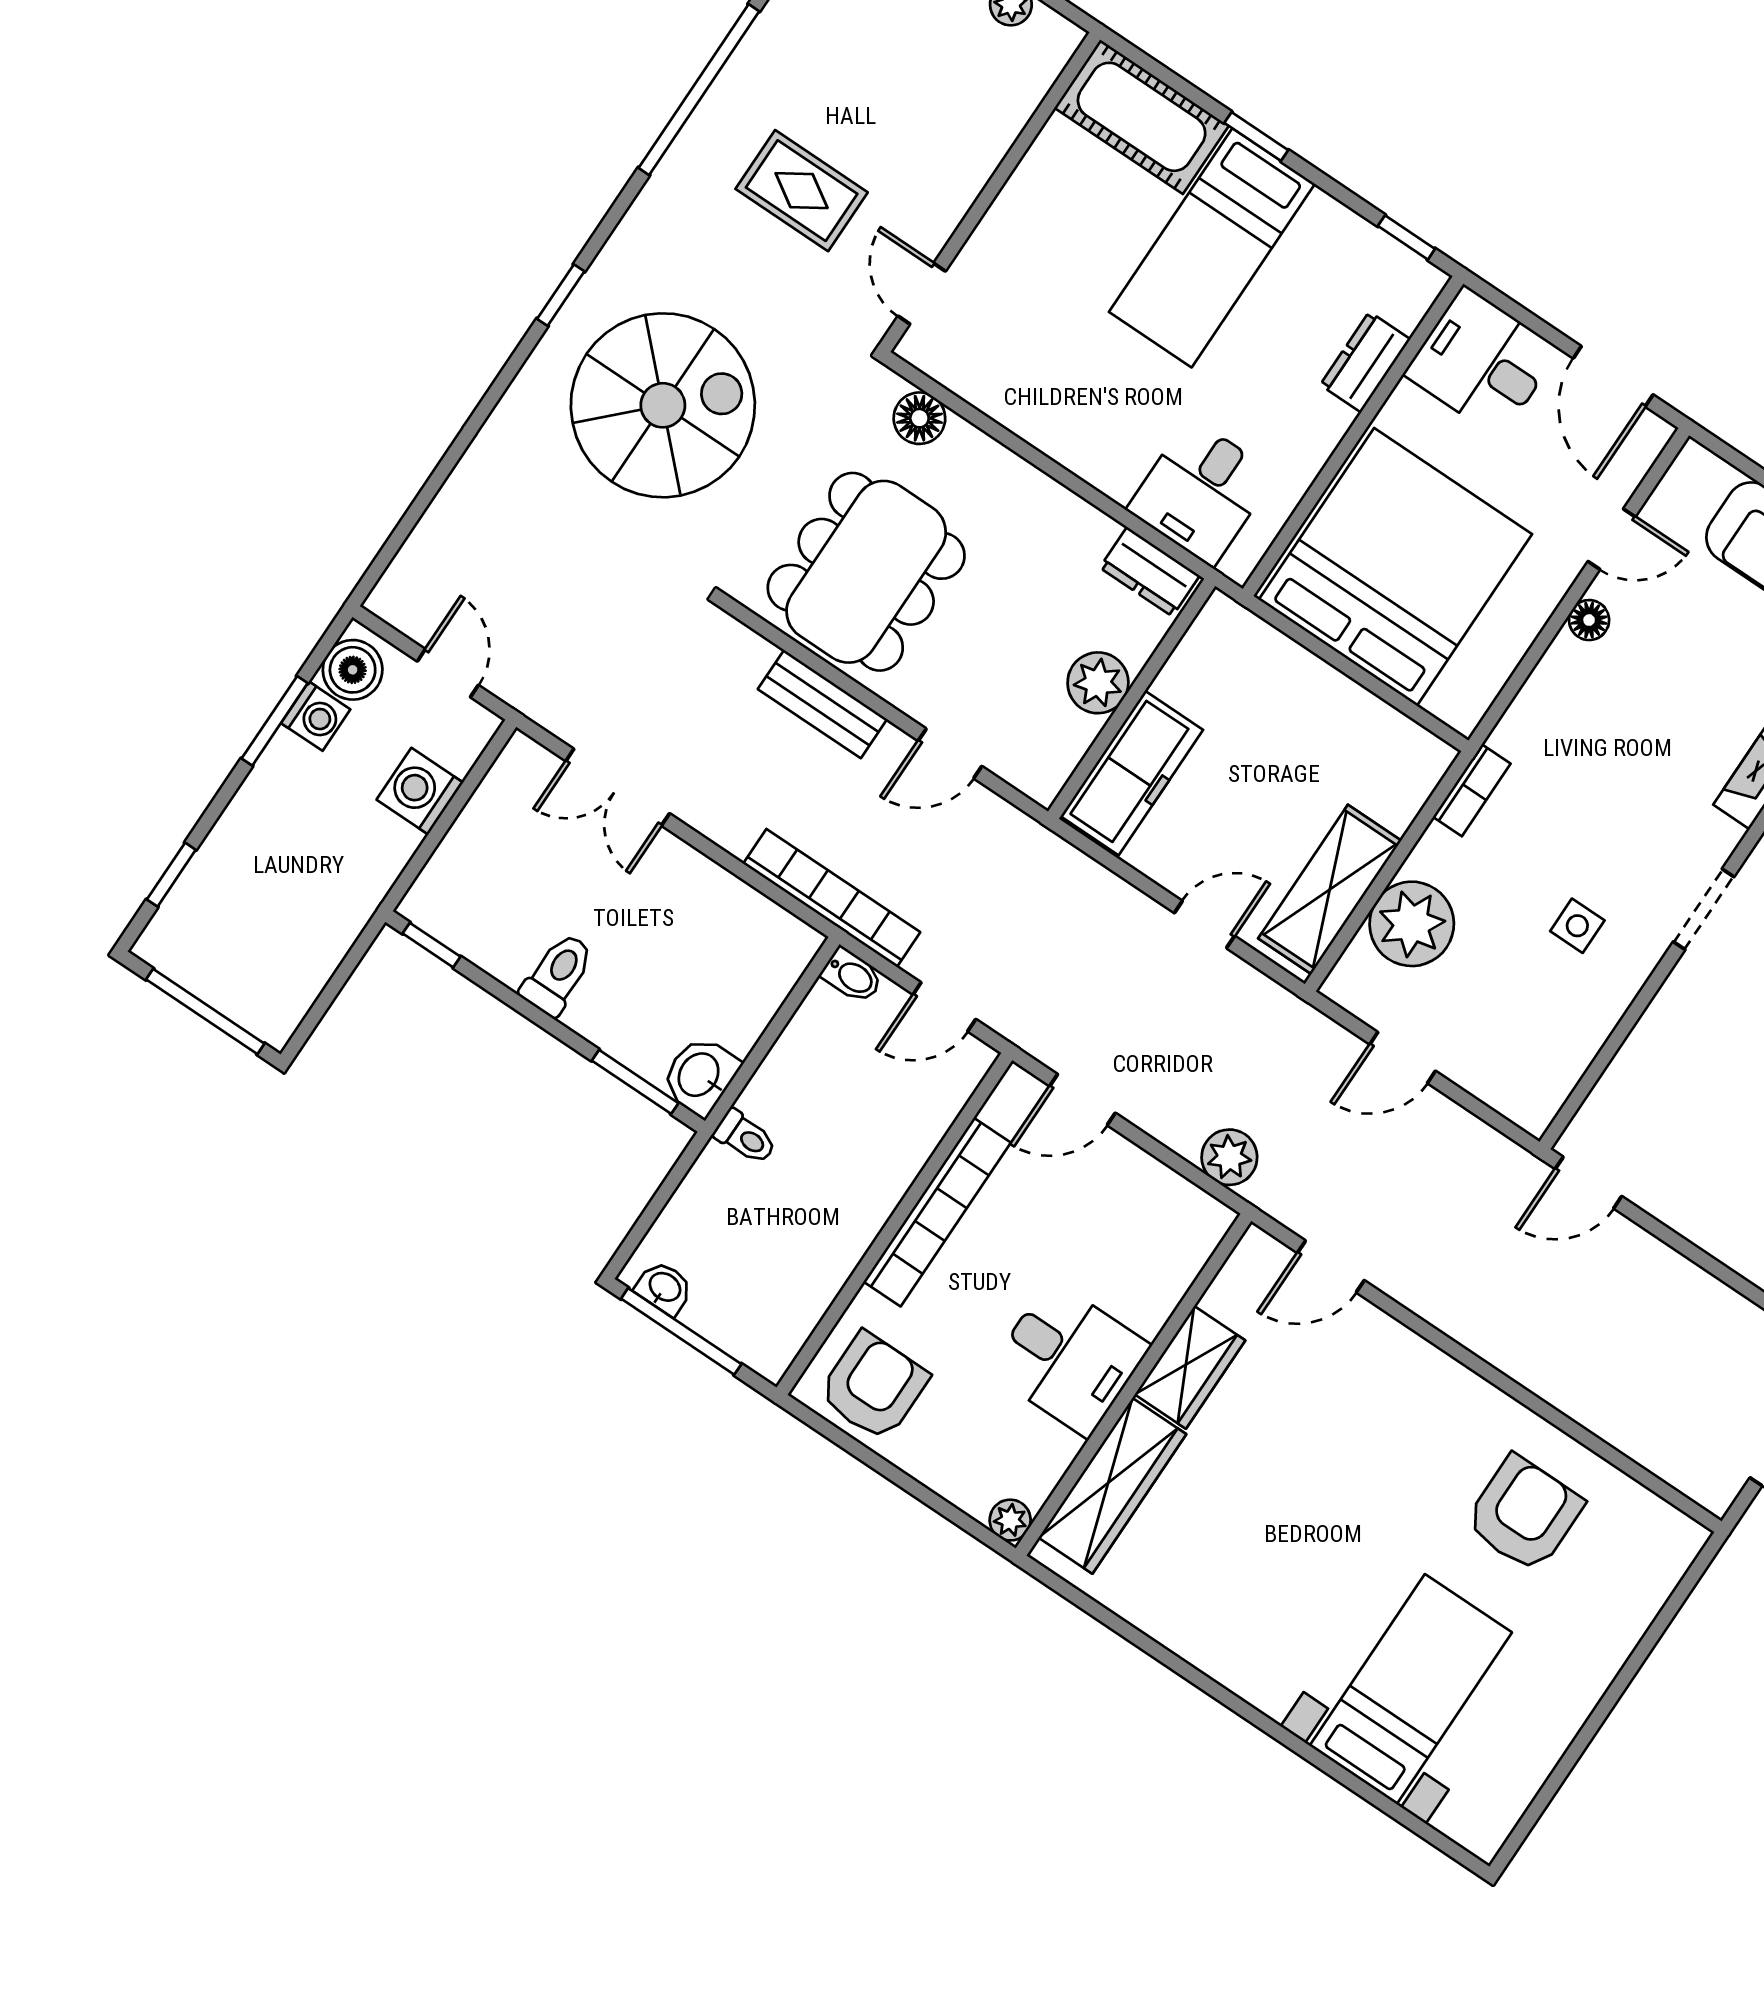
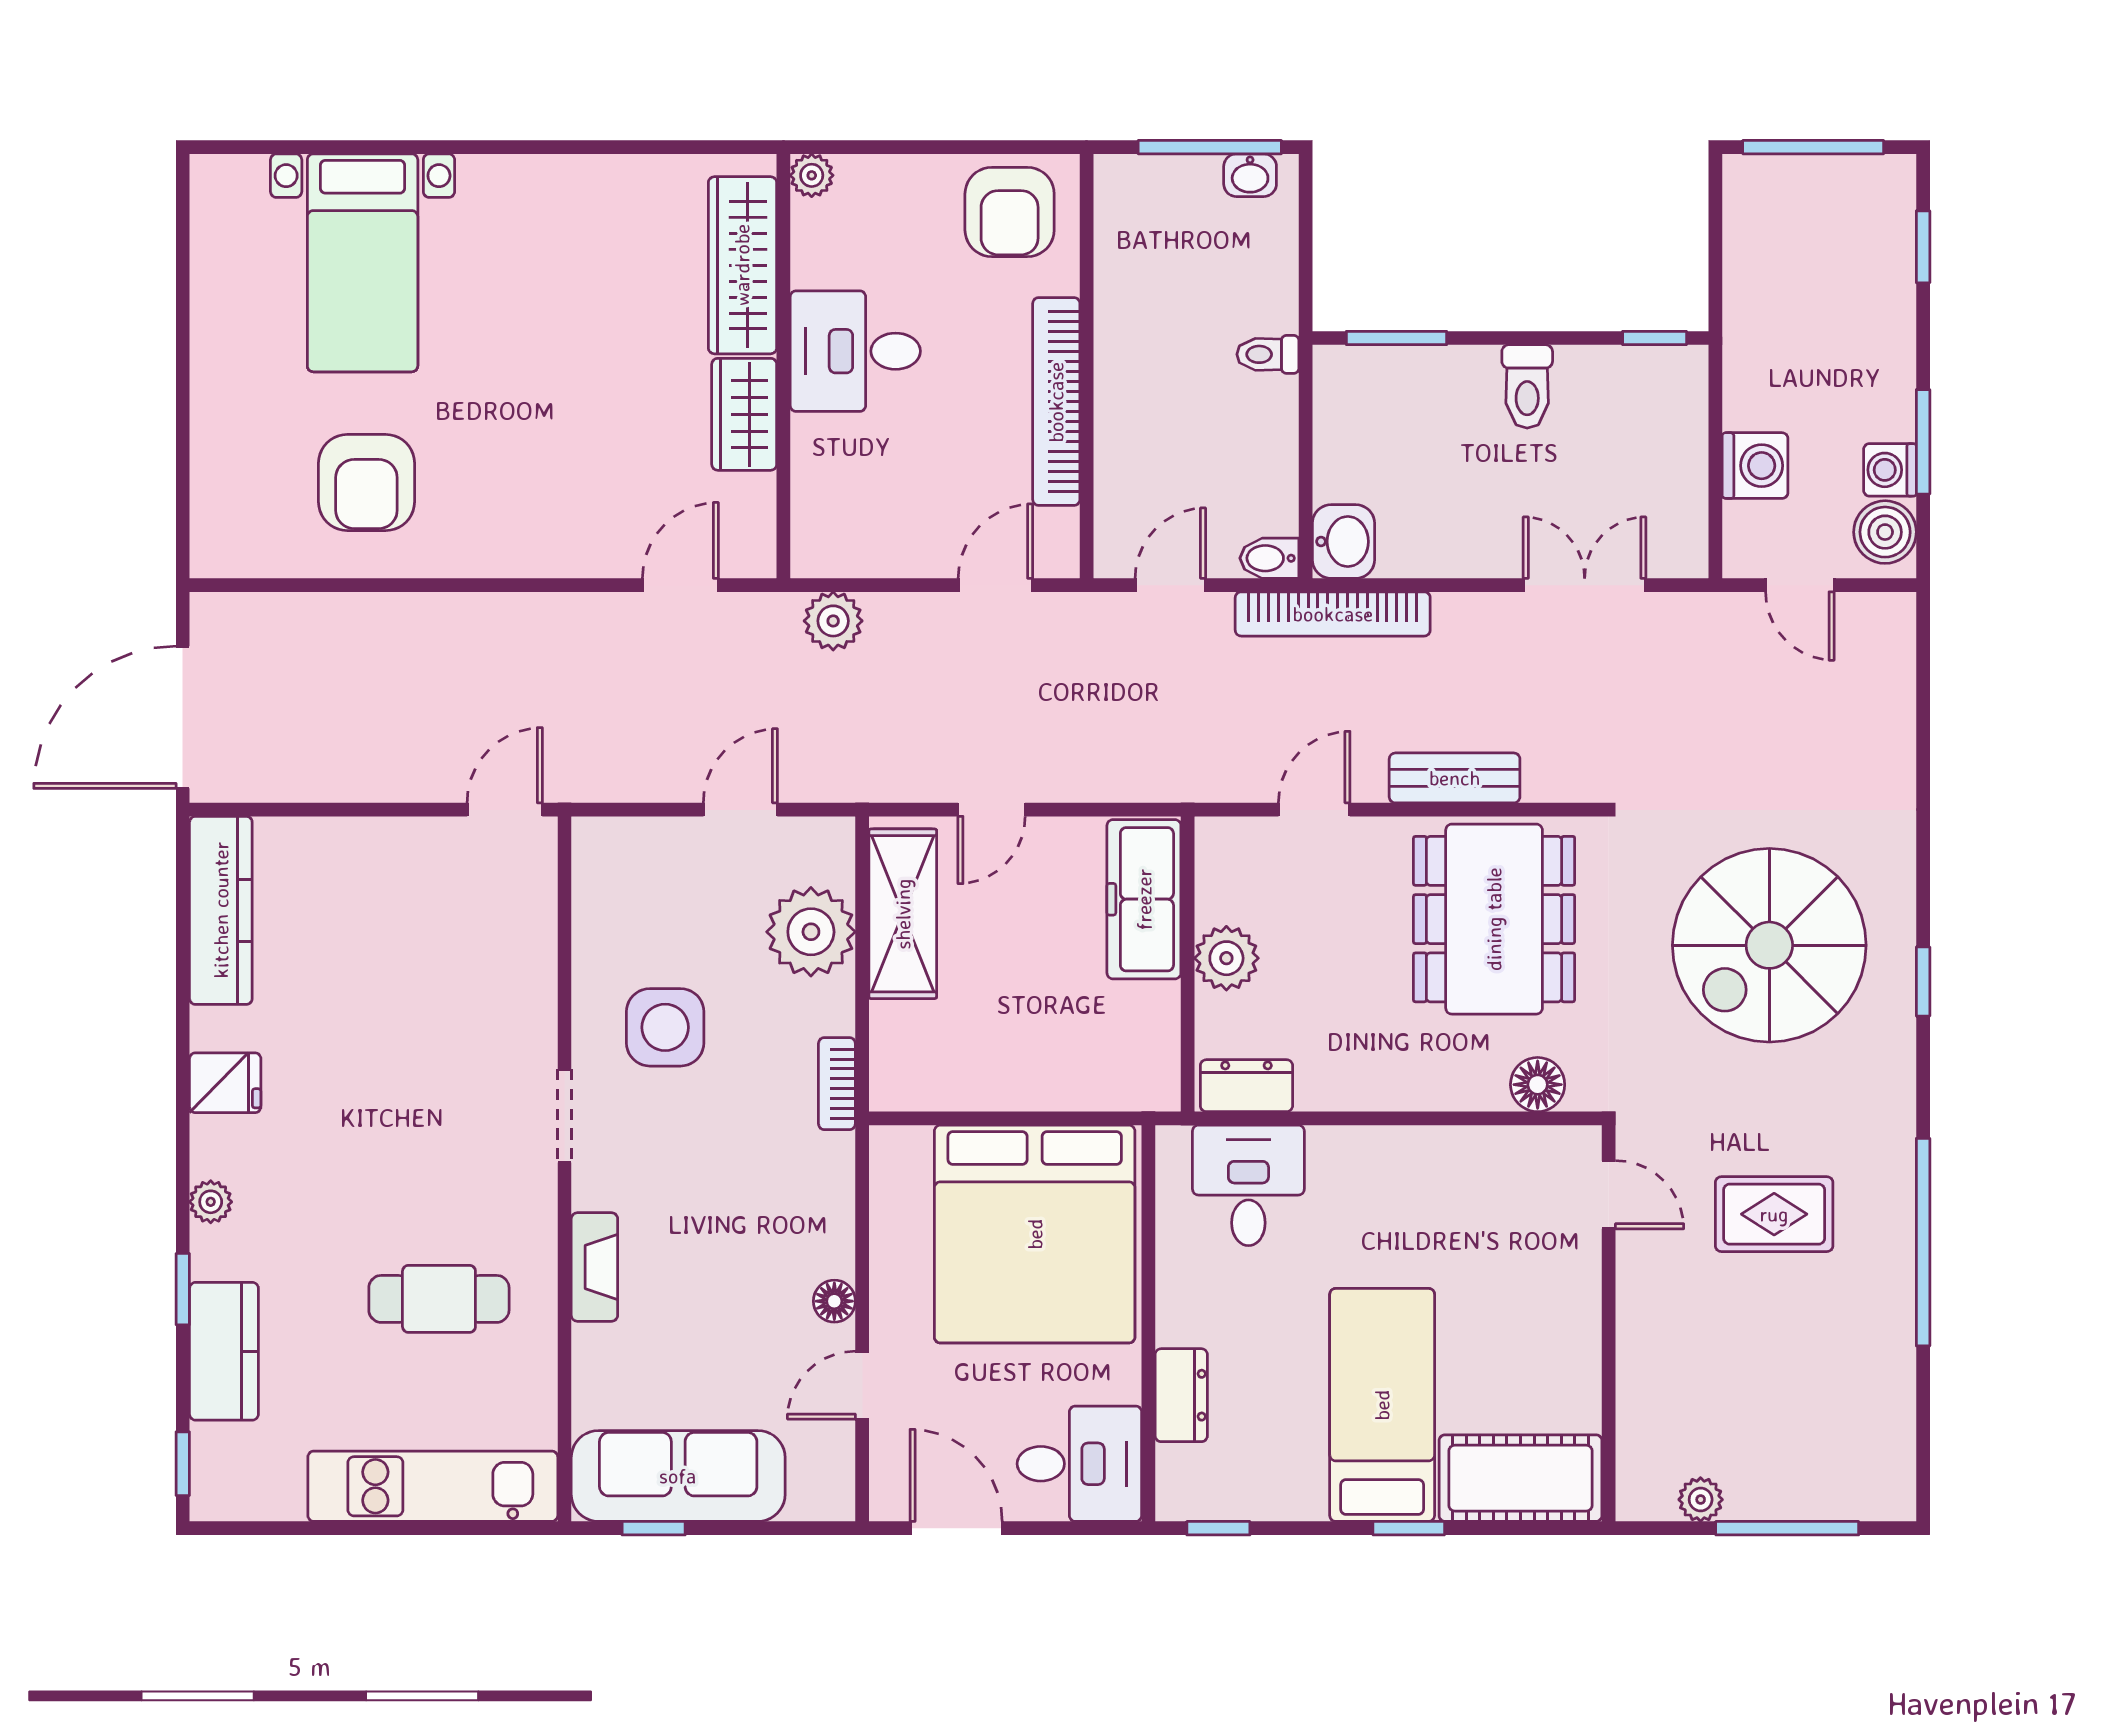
side table: (1577, 926) -> (665, 1027), width x1.87, depth x1.87
washbasin: (700, 1076) -> (1343, 542), moved

